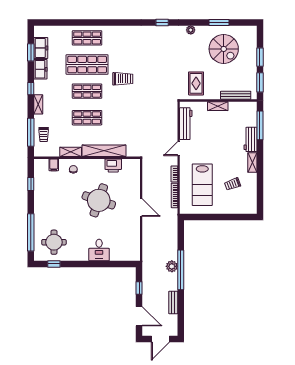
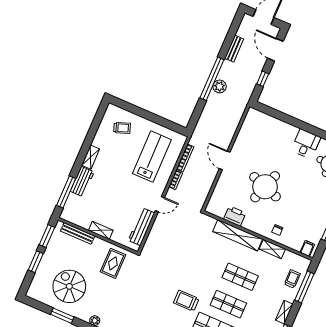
filing cabinet: (54, 165) -> (307, 248), moved
trolley: (232, 184) -> (122, 128), moved
desk: (99, 250) -> (306, 144), moved

